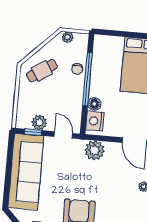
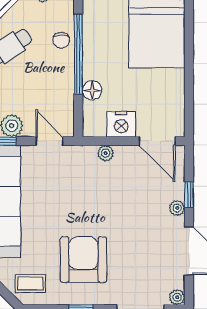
nightstand: (95, 121) -> (121, 124), moved, turned -90
plant: (95, 150) -> (106, 153), width x0.53, depth x0.53

